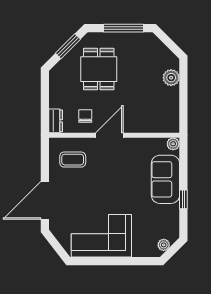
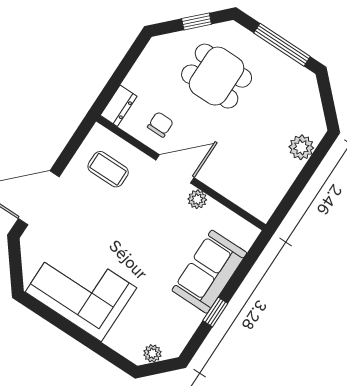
window: (68, 46) -> (197, 21), width x0.67
dining table: (99, 69) -> (217, 76), turned 90
plant: (173, 144) -> (197, 199), moved

